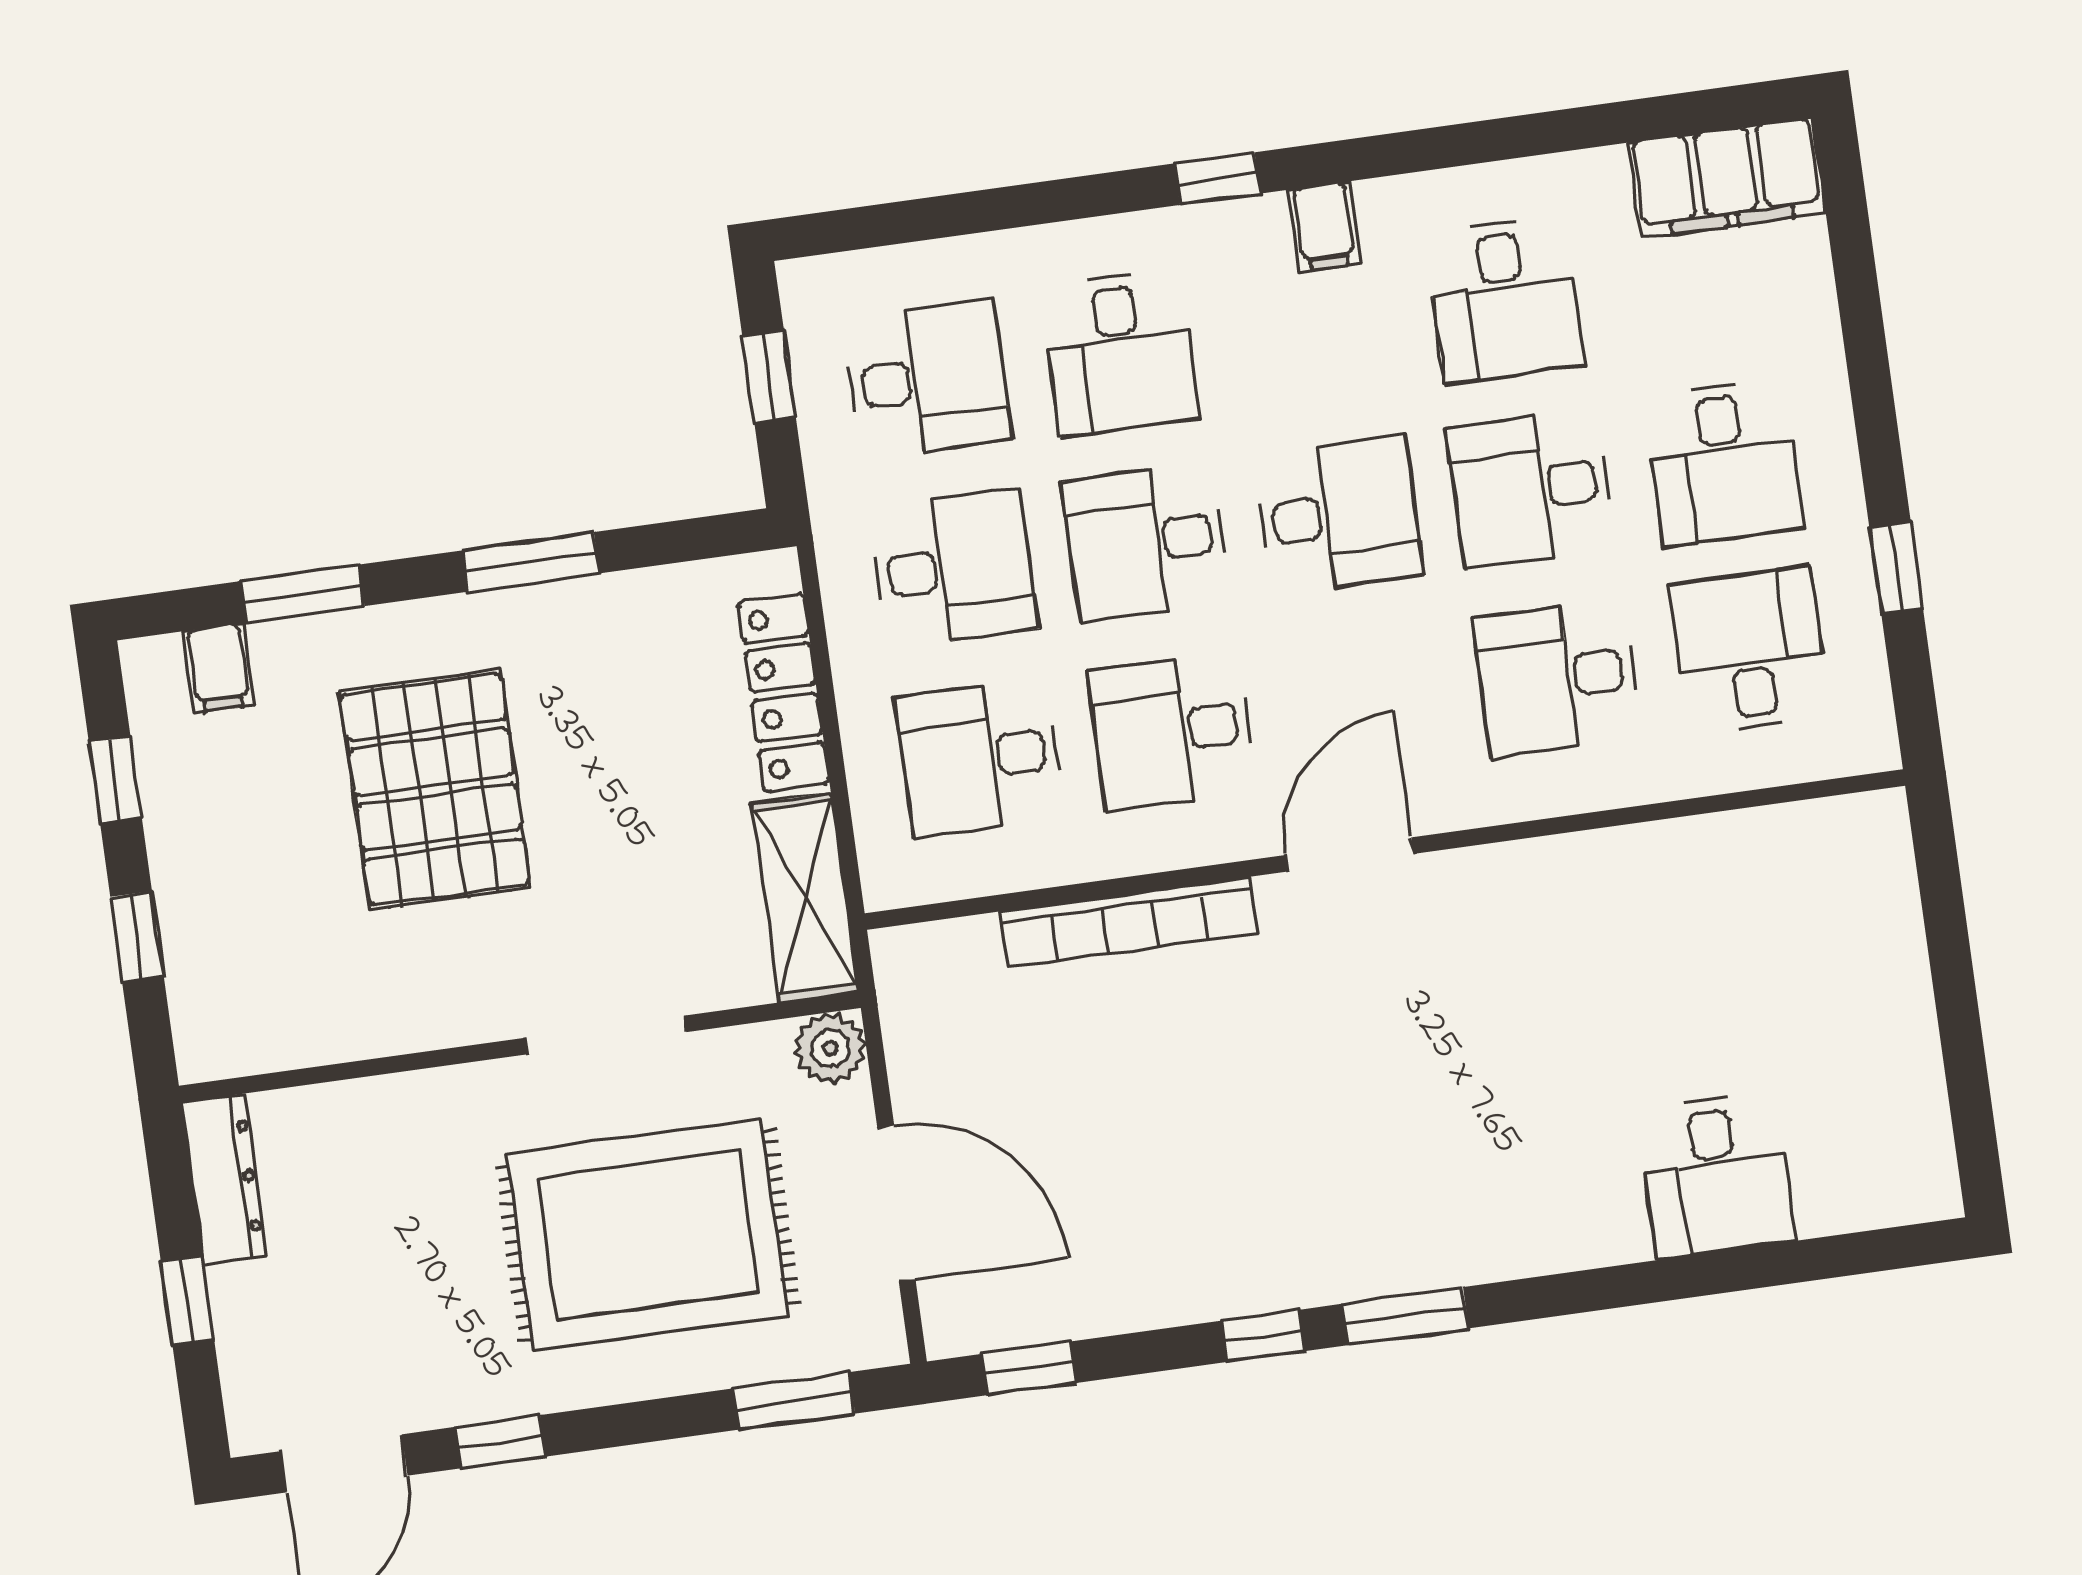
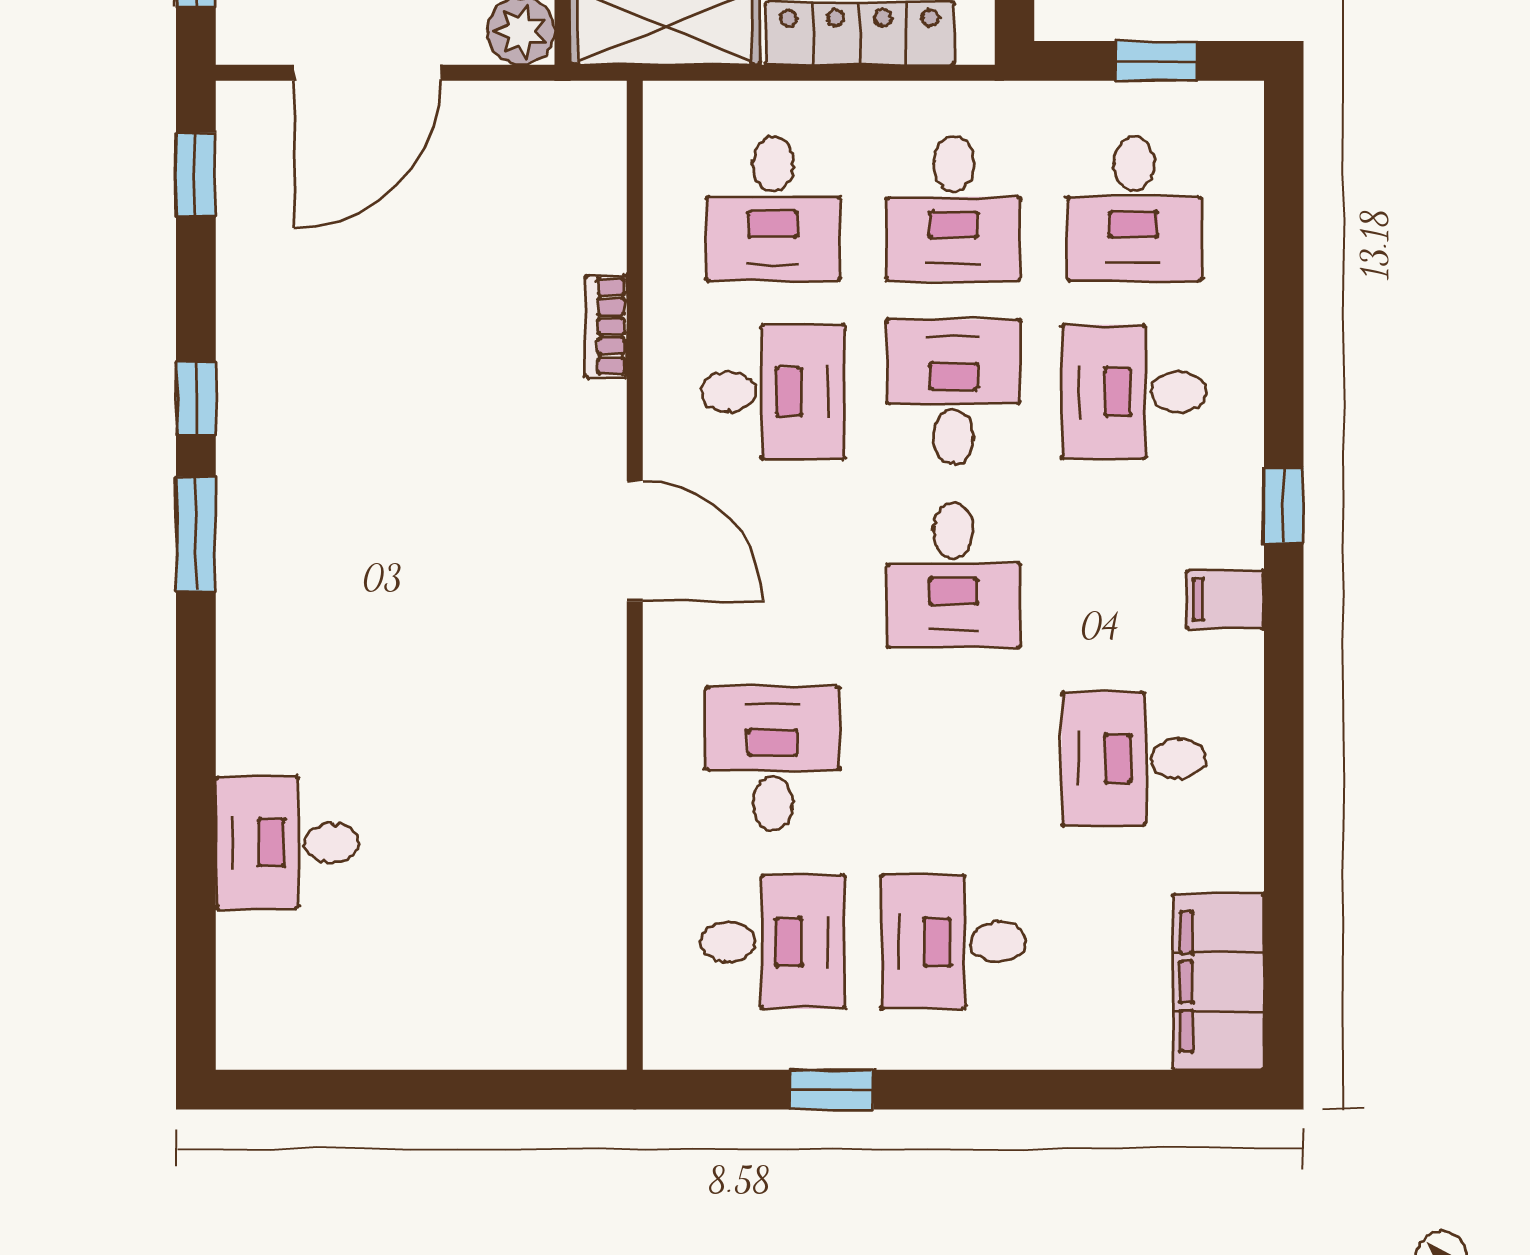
desk: (1531, 488) -> (953, 759), removed
desk: (1172, 731) -> (773, 392), turned 90
desk: (980, 758) -> (773, 209), turned 180
bookcase: (1129, 922) -> (606, 327), width x0.43, depth x0.76

